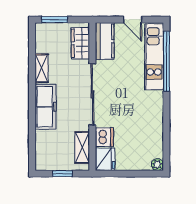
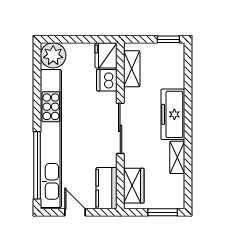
kitchen unit: (154, 57) -> (51, 139), width x1.86
sliding door: (92, 94) -> (120, 128), width x0.73
plant: (157, 165) -> (53, 55), width x1.88, depth x1.88
window: (63, 174) -> (168, 39), moved

